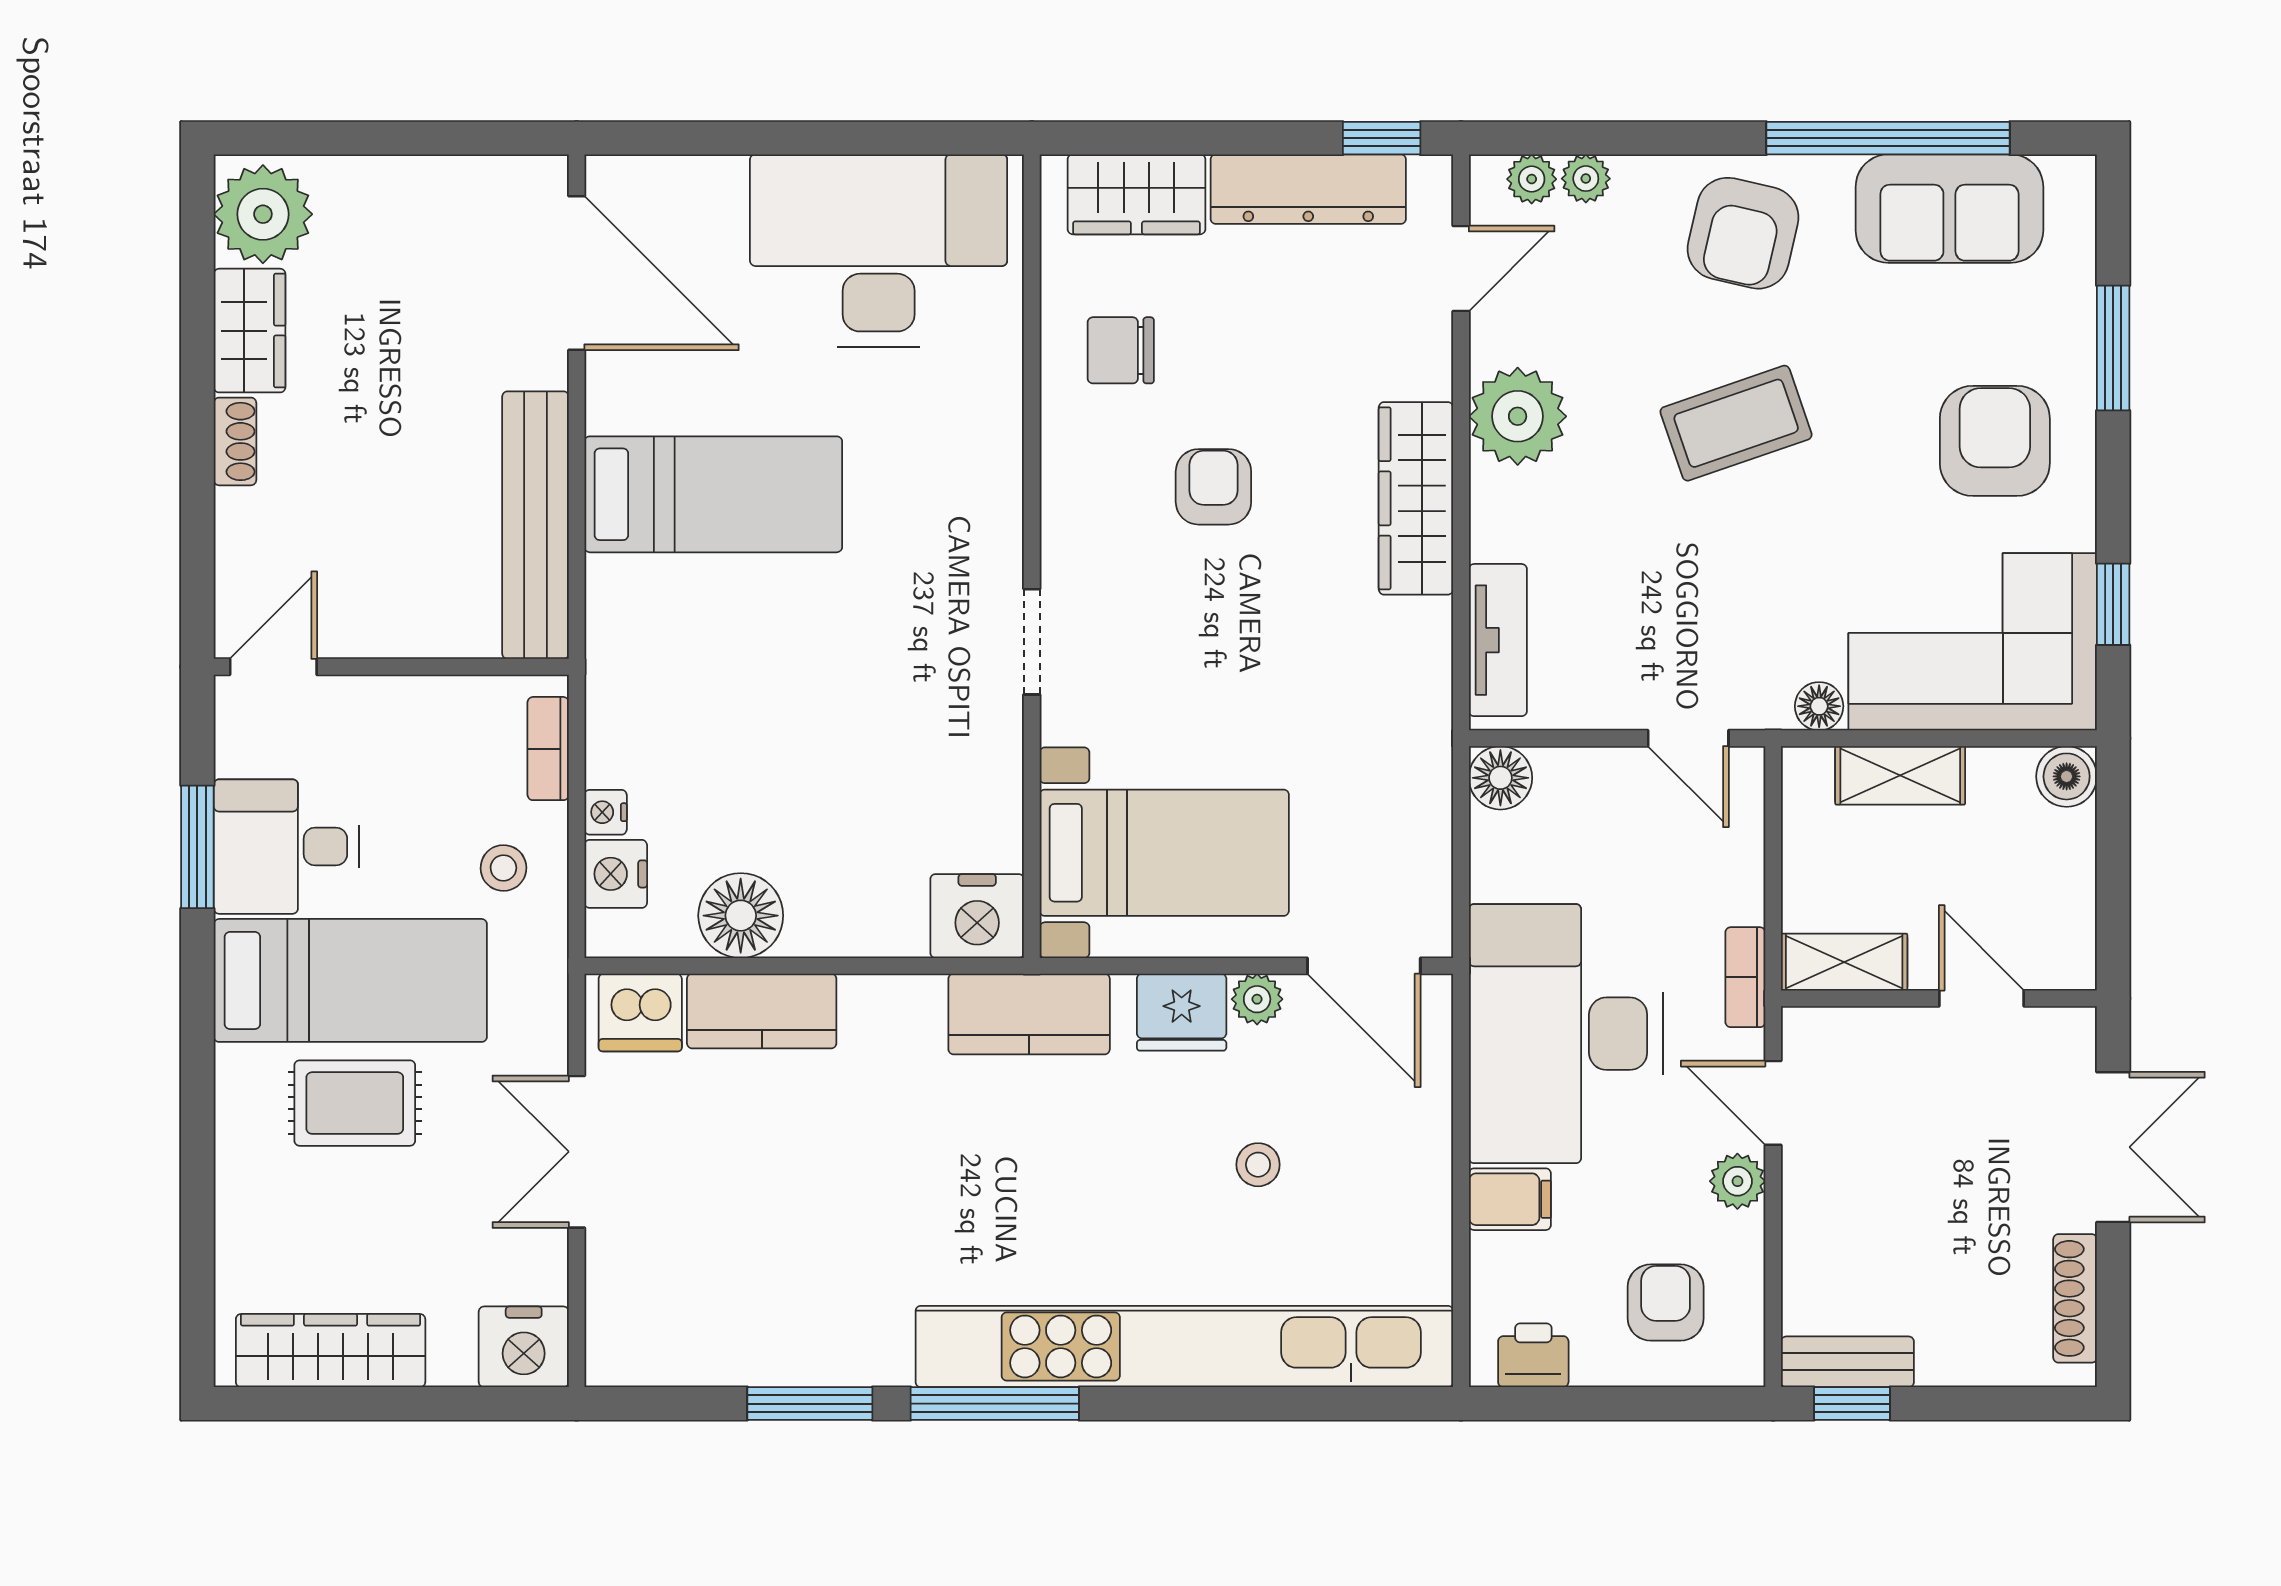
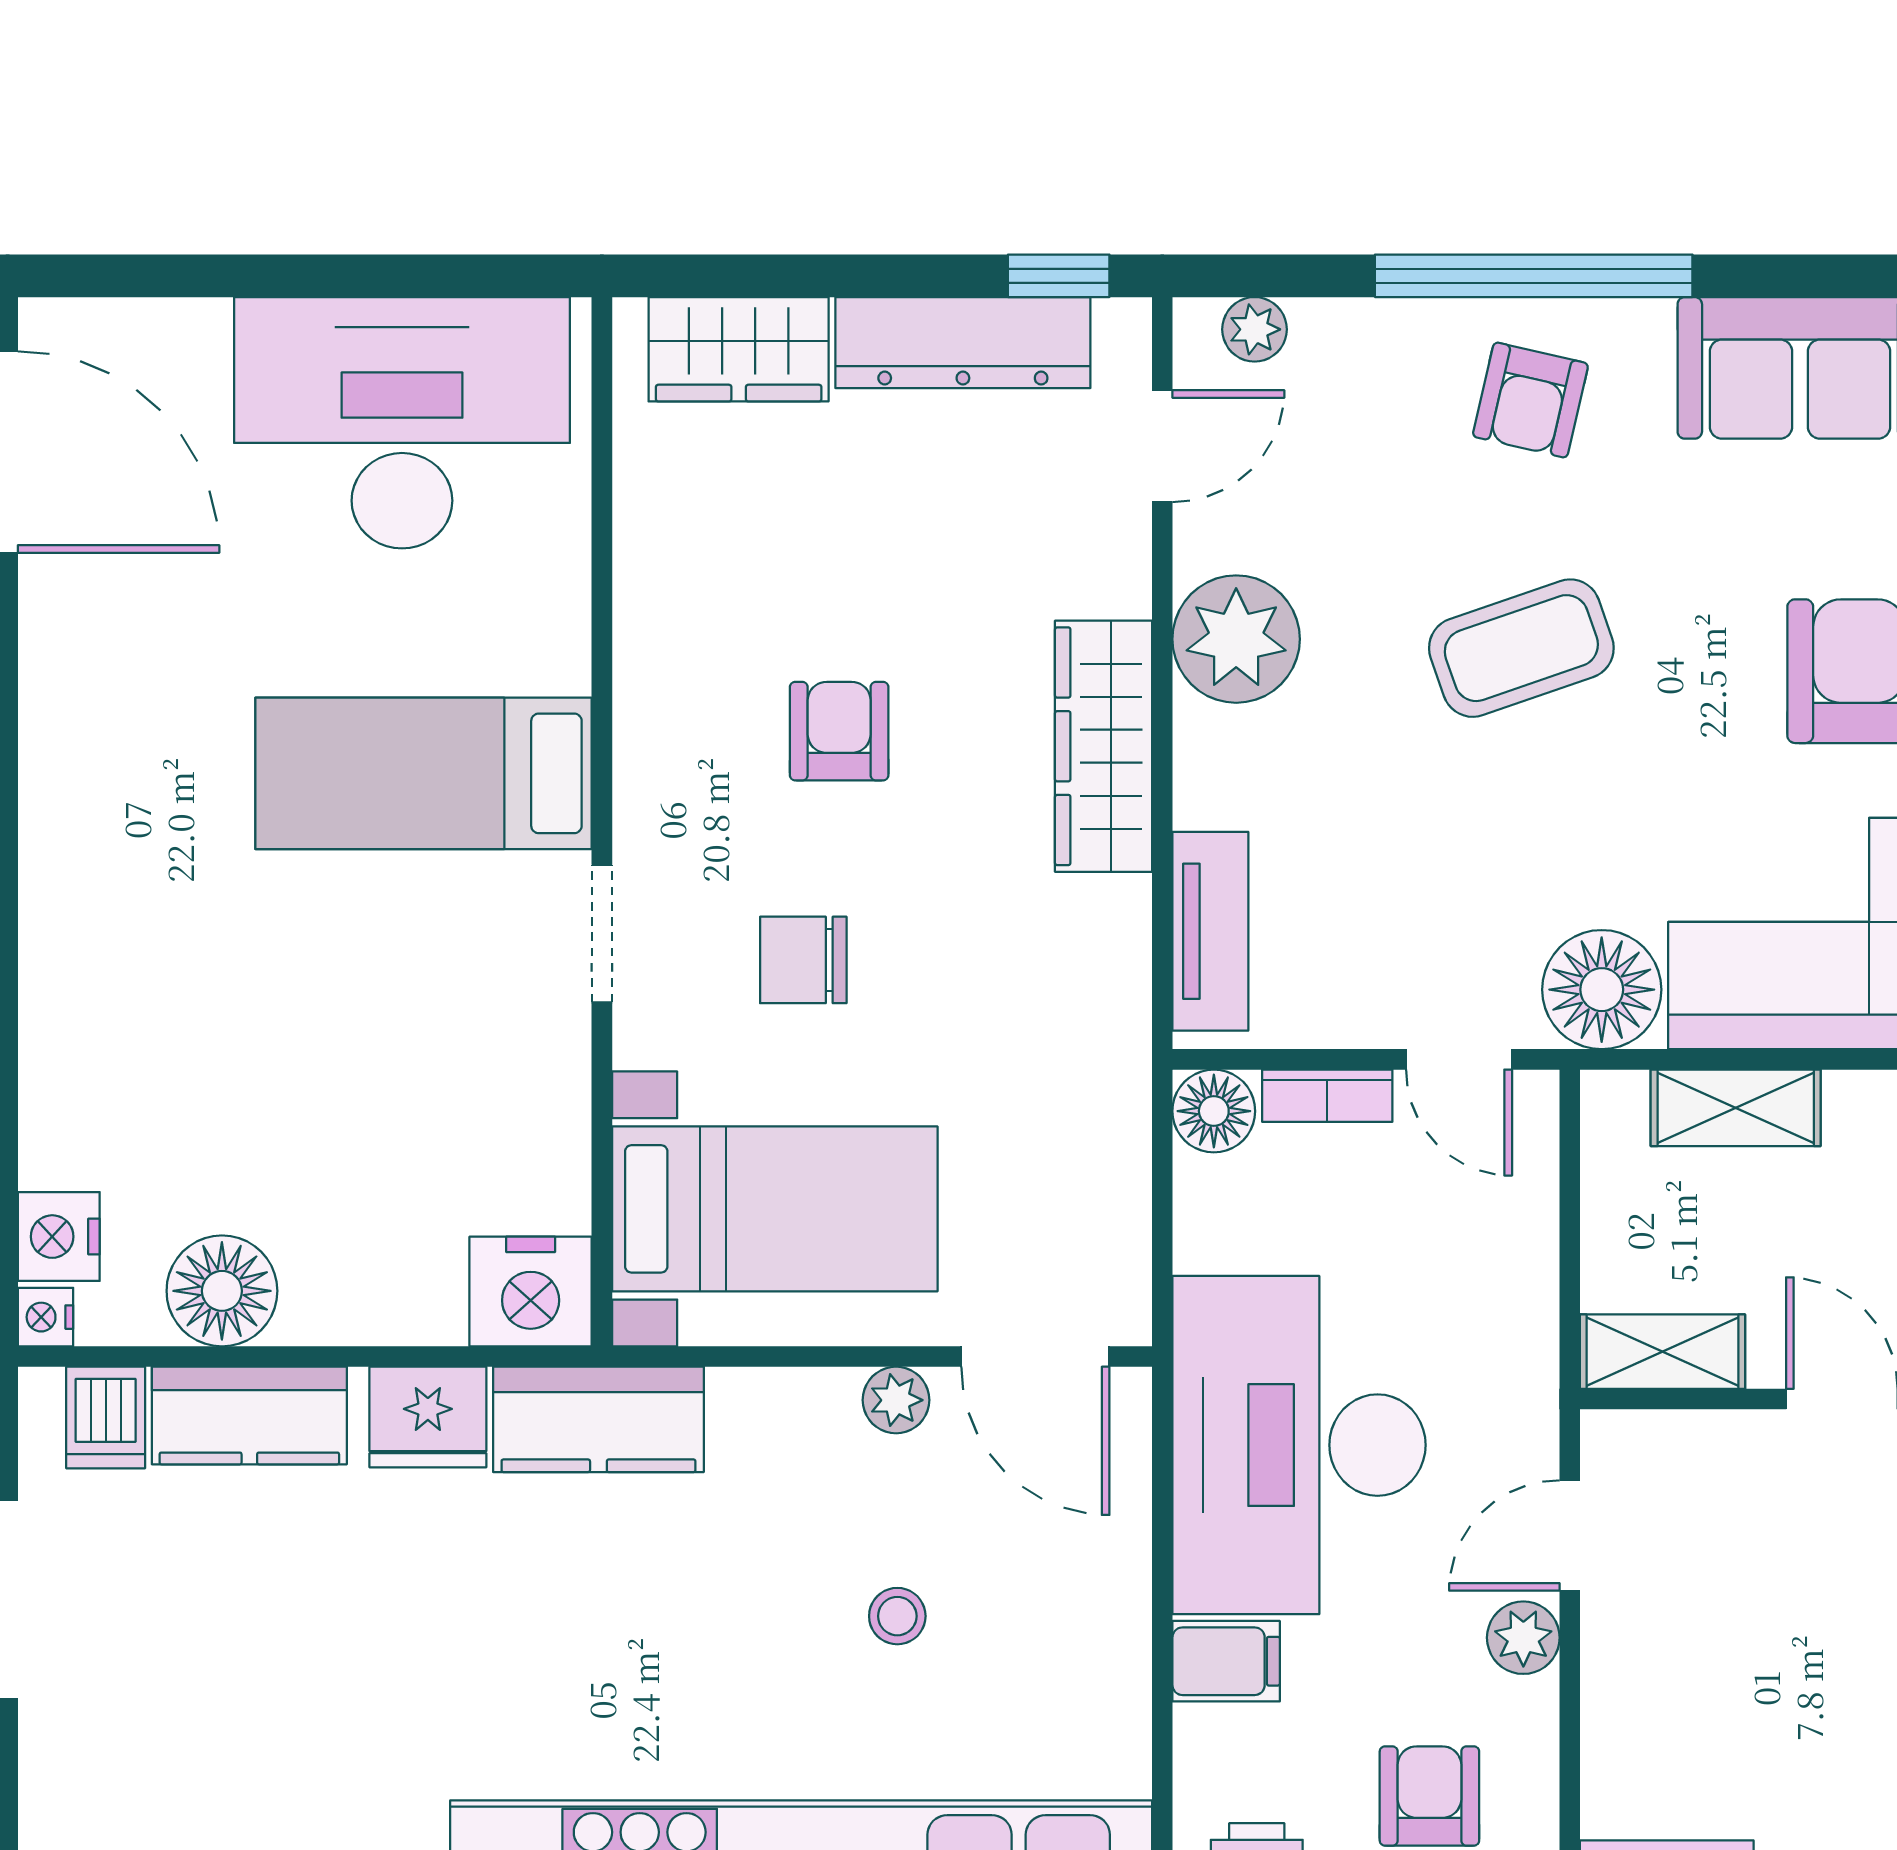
window: (1888, 138) -> (1534, 276), moved
plant: (1586, 179) -> (1325, 329), removed
armchair: (1743, 233) -> (1530, 400), width x0.72, depth x0.72
chair: (1121, 350) -> (803, 960), moved
bed: (713, 494) -> (424, 773), moved, turned 180
floor lamp: (1819, 706) -> (1602, 990), width x1.89, depth x1.89
nightstand: (606, 812) -> (46, 1317), moved
bookcase: (1745, 977) -> (1327, 1096), moved, turned -90
fridge: (1182, 1012) -> (428, 1417), moved
dishwasher: (640, 1013) -> (106, 1417), width x0.73
door: (1773, 1103) -> (1570, 1536), hinge flipped

